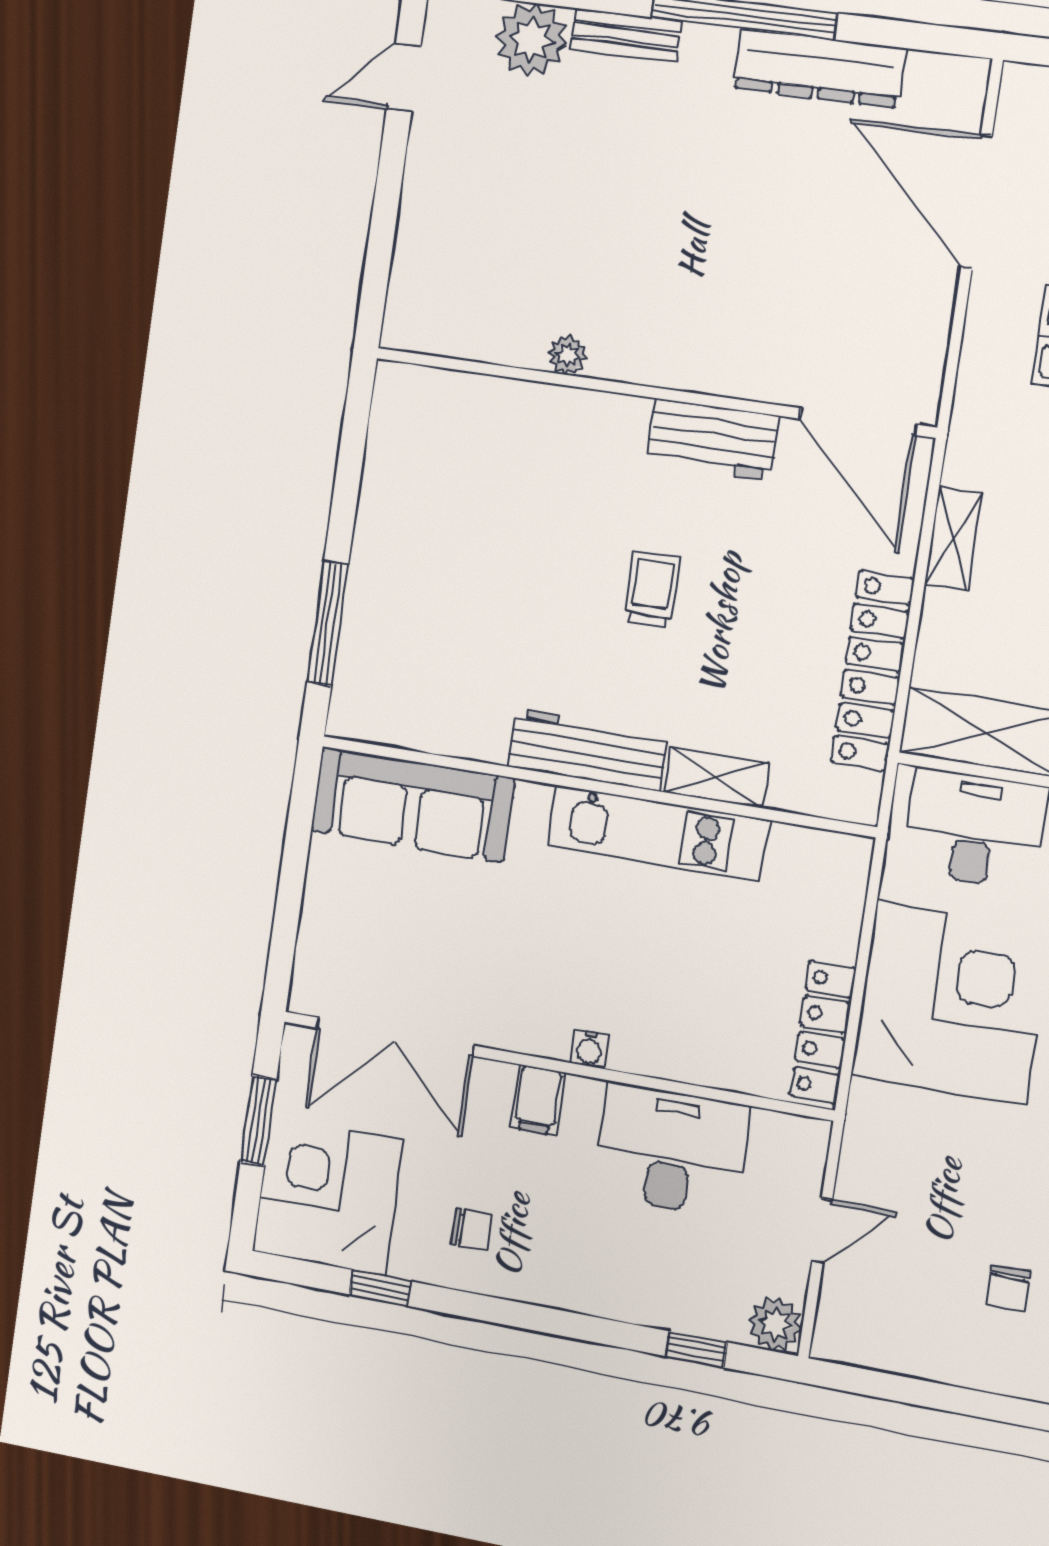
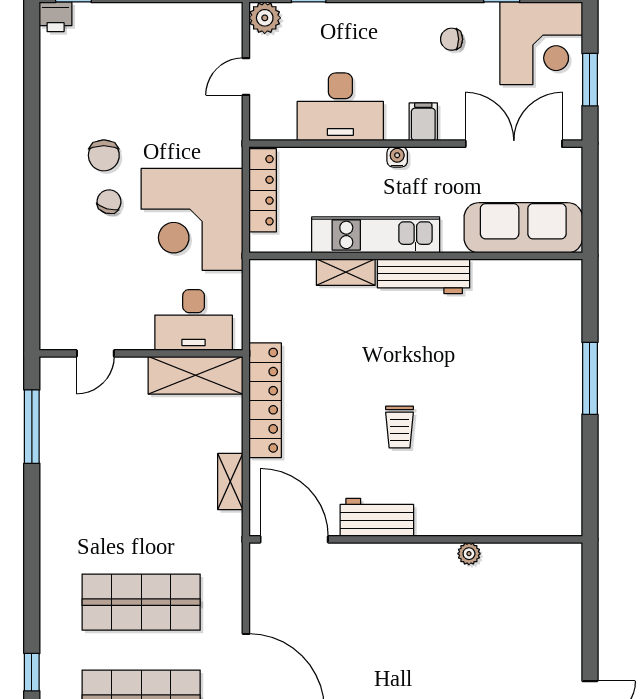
workbench: (588, 750) -> (424, 276), moved
shelving: (717, 778) -> (346, 272), moved
wall: (596, 786) -> (416, 256), moved
sofa: (412, 804) -> (523, 228), moved
kitchen unit: (657, 833) -> (376, 235), moved
chair: (1008, 1288) -> (135, 64), removed

